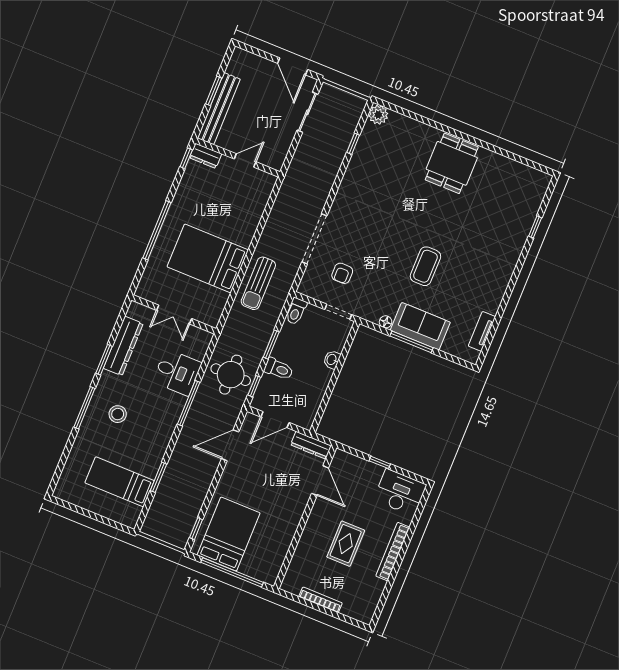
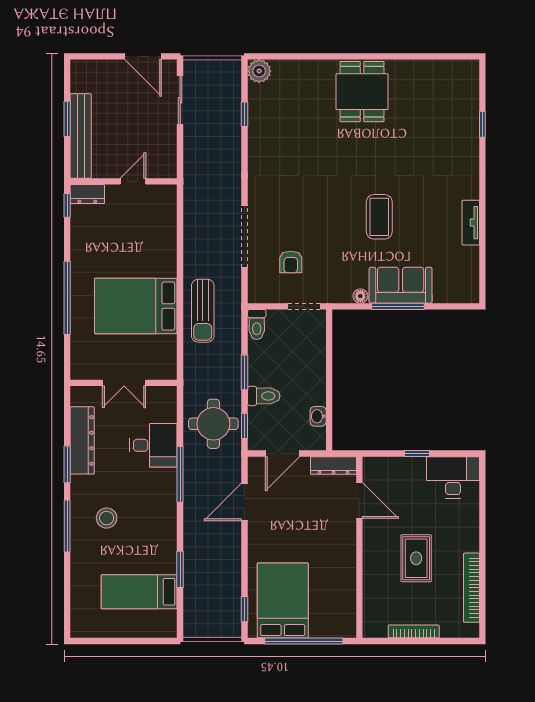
tv unit: (482, 331) -> (471, 223), moved
washbasin: (332, 360) -> (318, 416), moved
bookcase: (393, 552) -> (472, 588), moved

